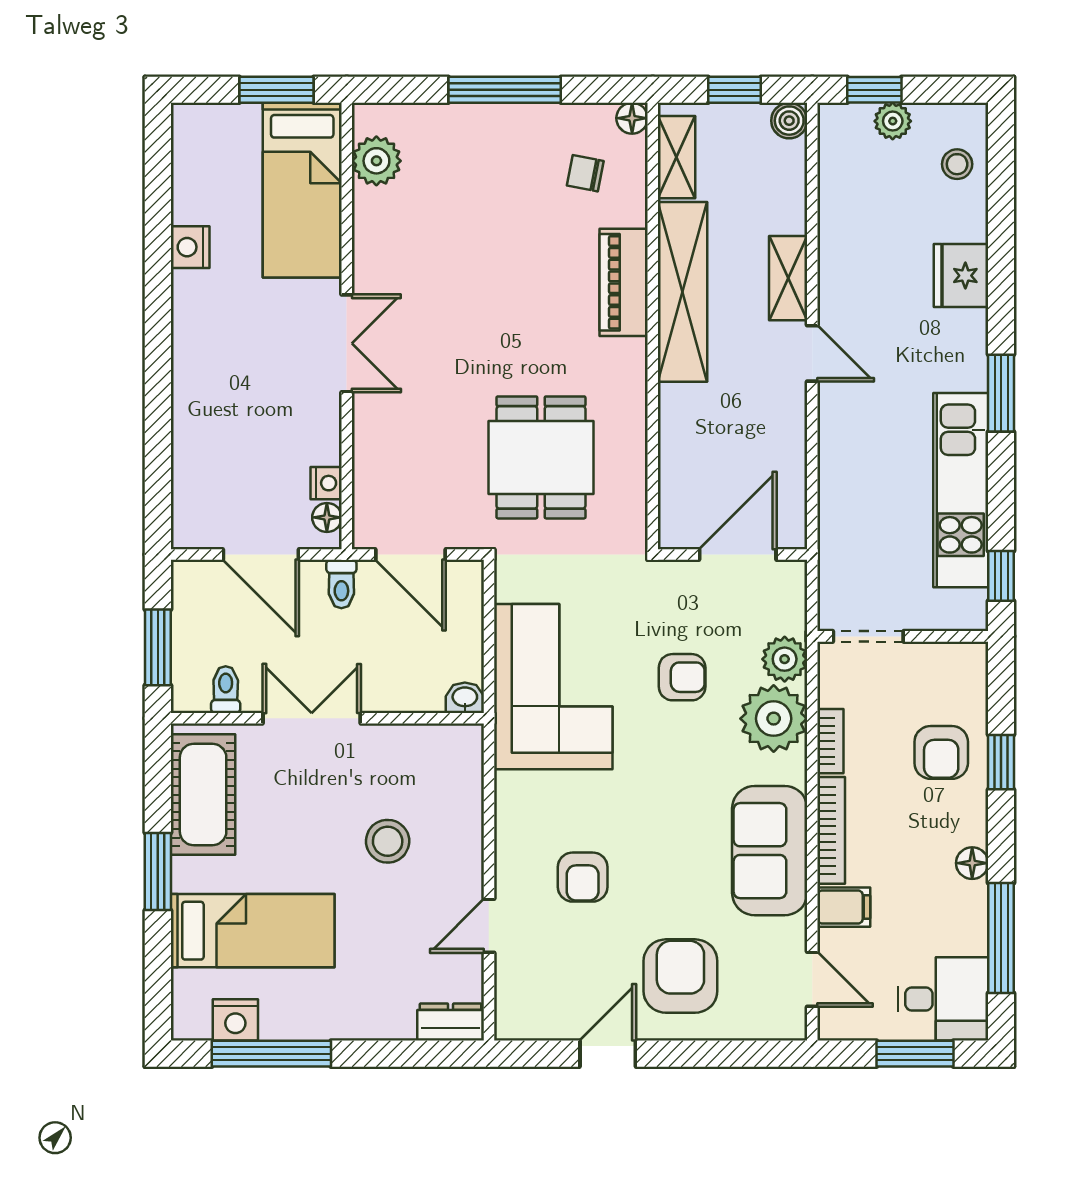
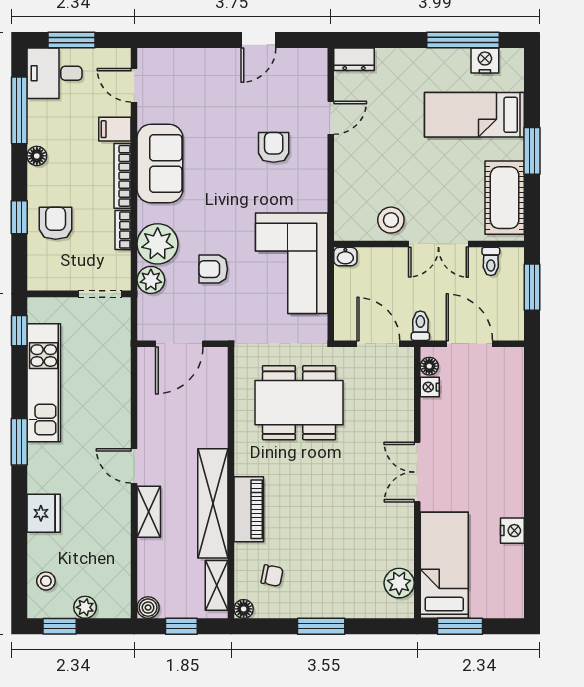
window: (505, 90) -> (321, 626), width x0.69
window: (874, 90) -> (60, 626), moved
dining table: (541, 457) -> (299, 403), width x1.38
stool: (388, 841) -> (391, 220), moved
armchair: (680, 976) -> (214, 87), removed

